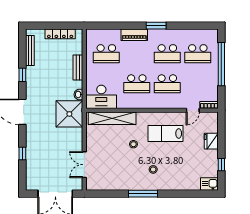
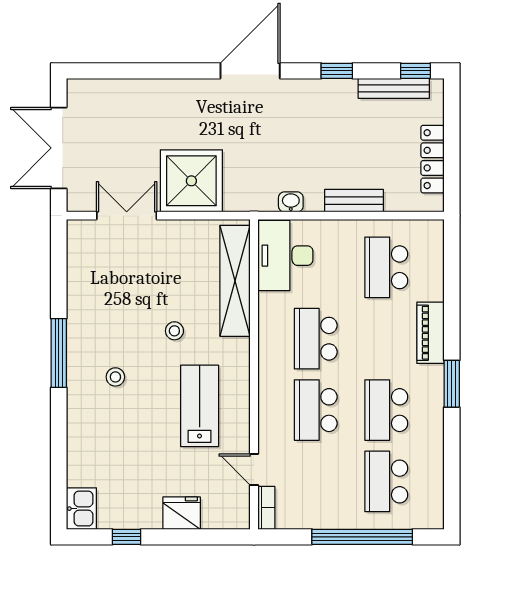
shower: (69, 114) -> (191, 181), moved
window: (22, 153) -> (415, 71), moved

